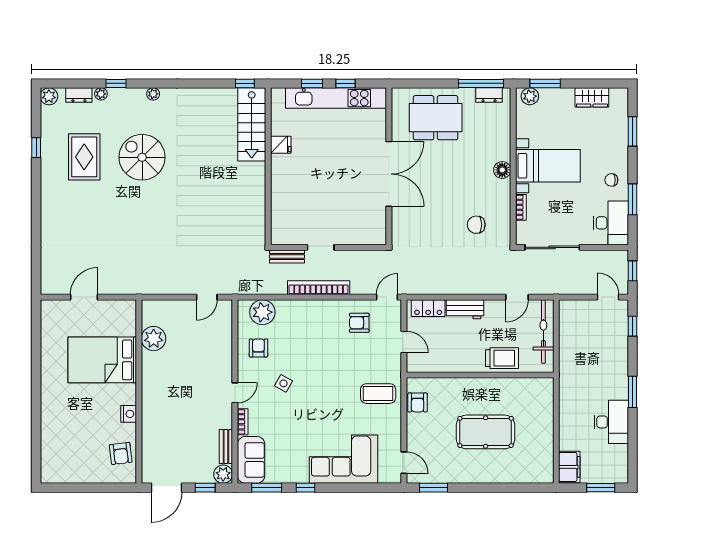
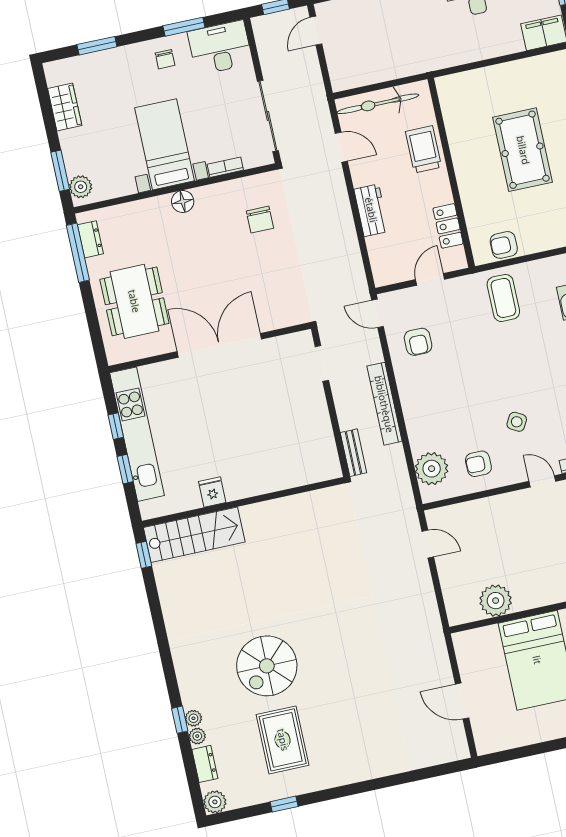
plant: (153, 94) -> (193, 718), moved
rug: (84, 157) -> (283, 740), turned 90
doorway: (321, 247) -> (322, 363), moved
locker: (428, 308) -> (448, 226), moved, turned 180
armchair: (418, 402) -> (504, 245), turned 180

